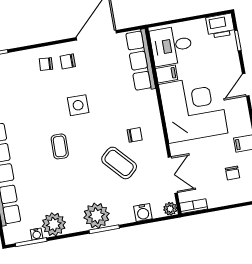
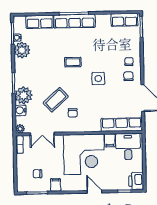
plant: (97, 216) -> (24, 95), moved

